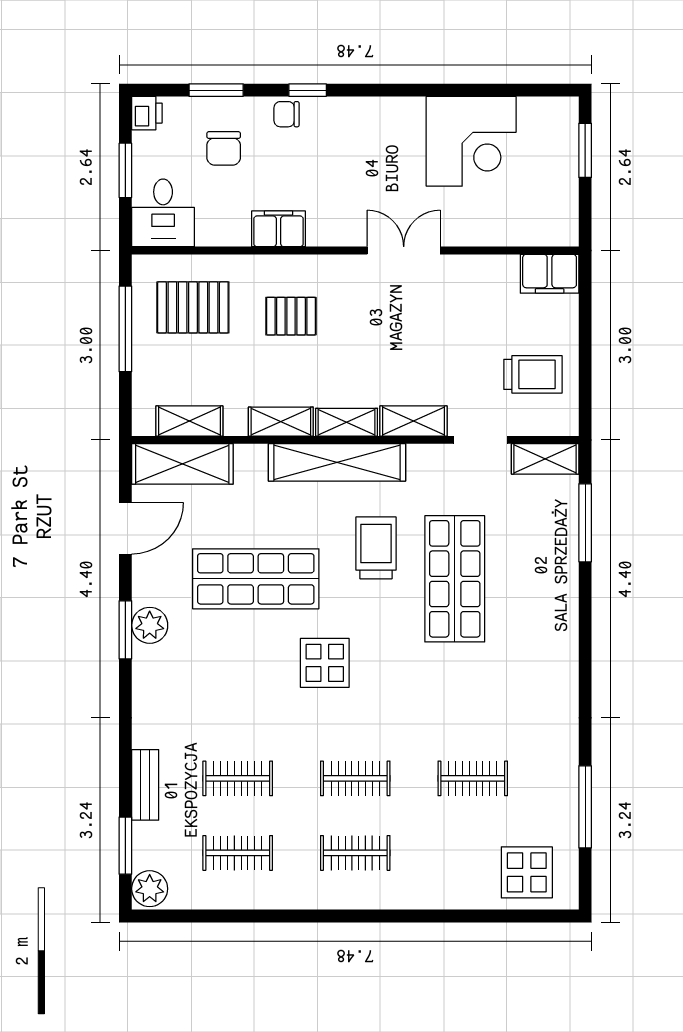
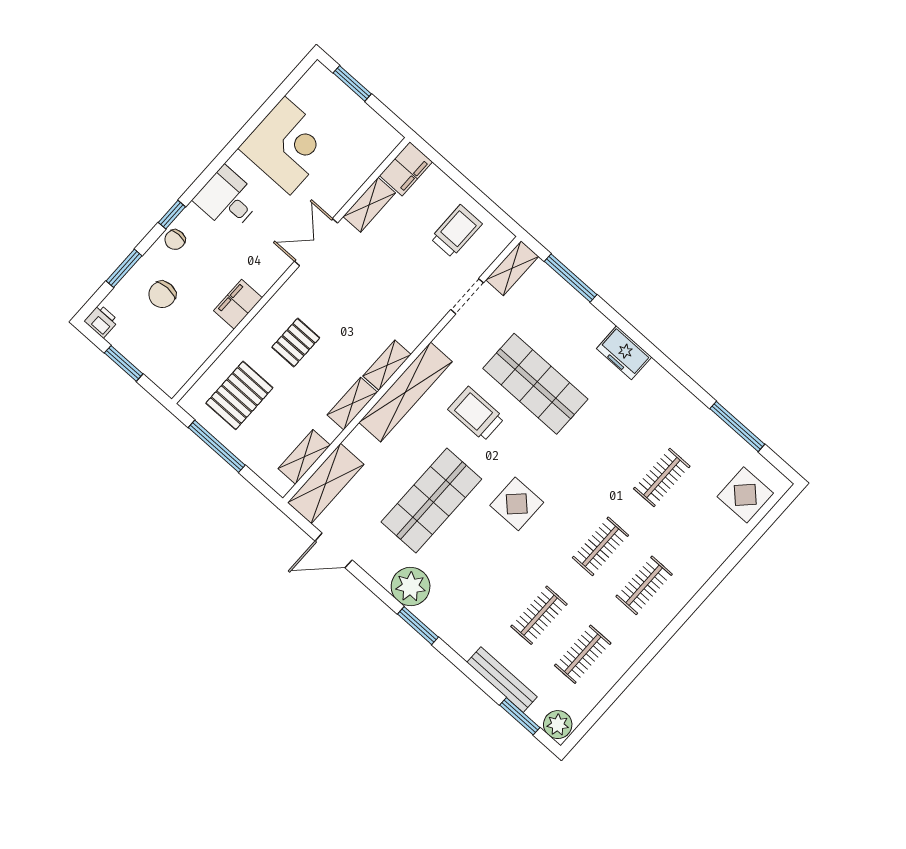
chair: (224, 148) -> (162, 294), turned 90
desk: (163, 213) -> (228, 199), moved, turned 180
shelving: (414, 421) -> (369, 205), moved
door: (125, 528) -> (334, 550), swing flipped
plant: (150, 625) -> (411, 587), width x1.36, depth x1.36
window: (125, 630) -> (418, 626), moved
freezer: (559, 637) -> (624, 353), added
bench: (145, 785) -> (502, 680), width x1.36

